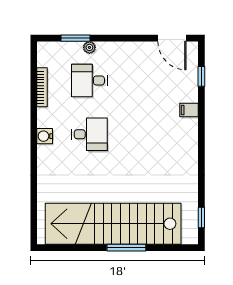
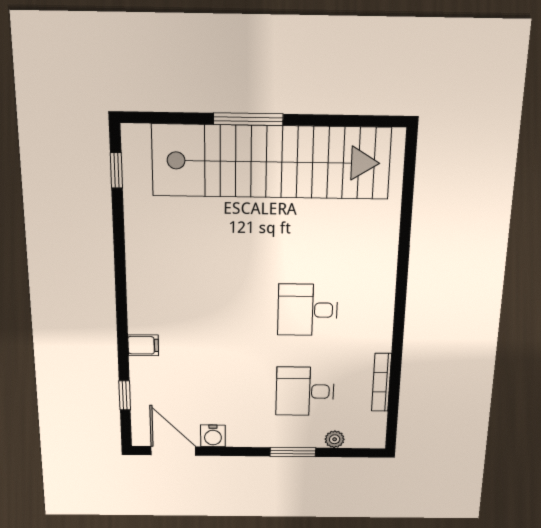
window: (76, 38) -> (293, 452), moved
plant: (89, 47) -> (335, 439), moved
desk: (89, 80) -> (305, 391), turned 180
water cooler: (45, 136) -> (213, 436), moved, turned 90

